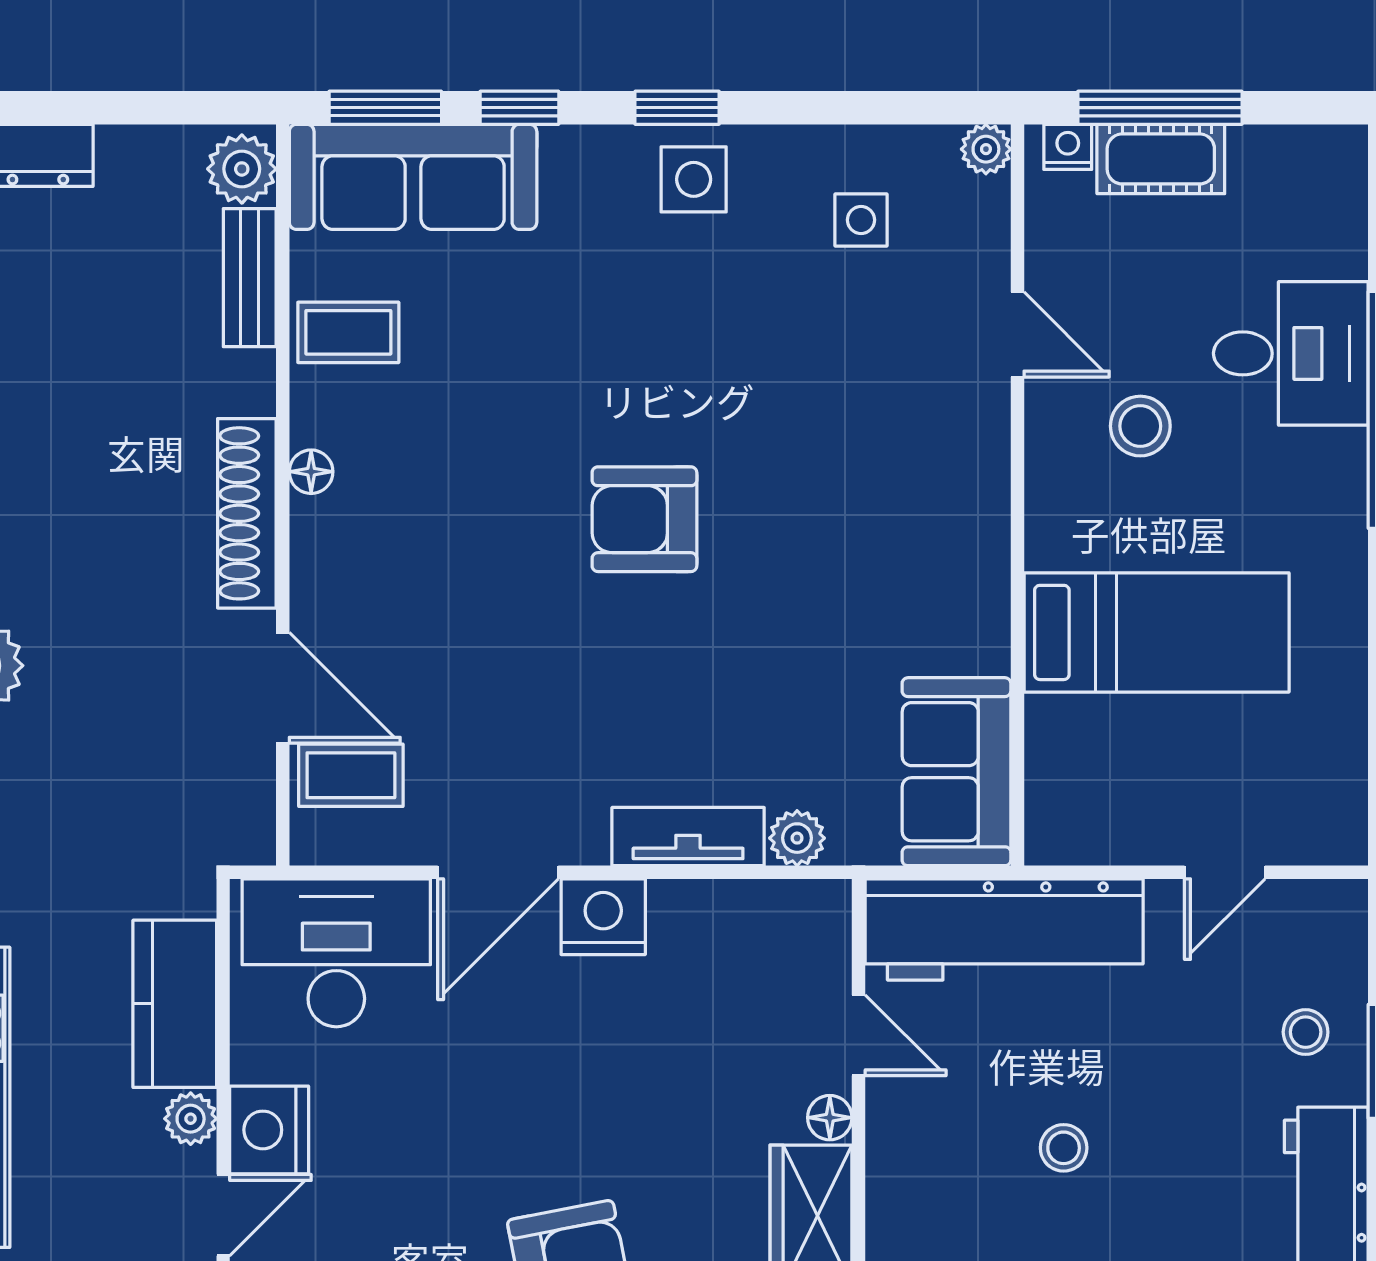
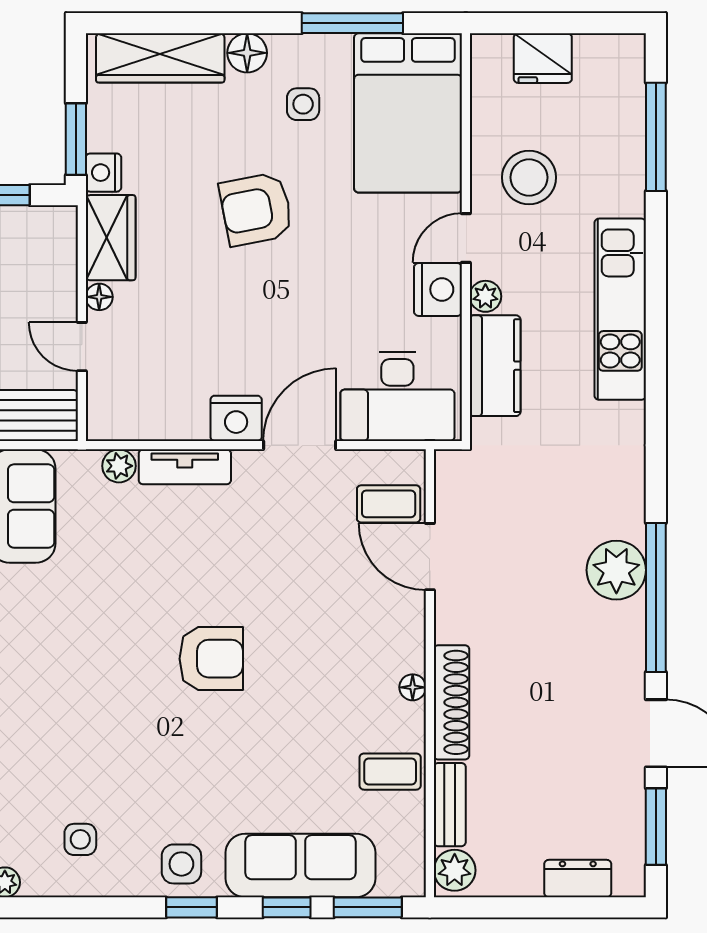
sofa: (413, 177) -> (300, 865), moved
shoe rack: (247, 513) -> (451, 702), moved

